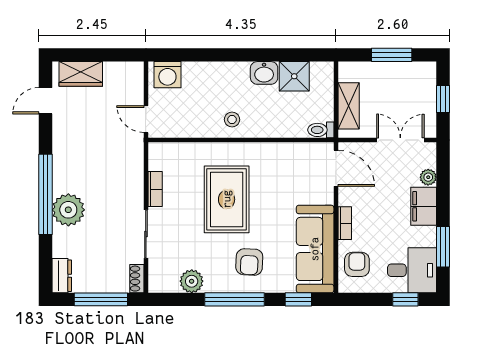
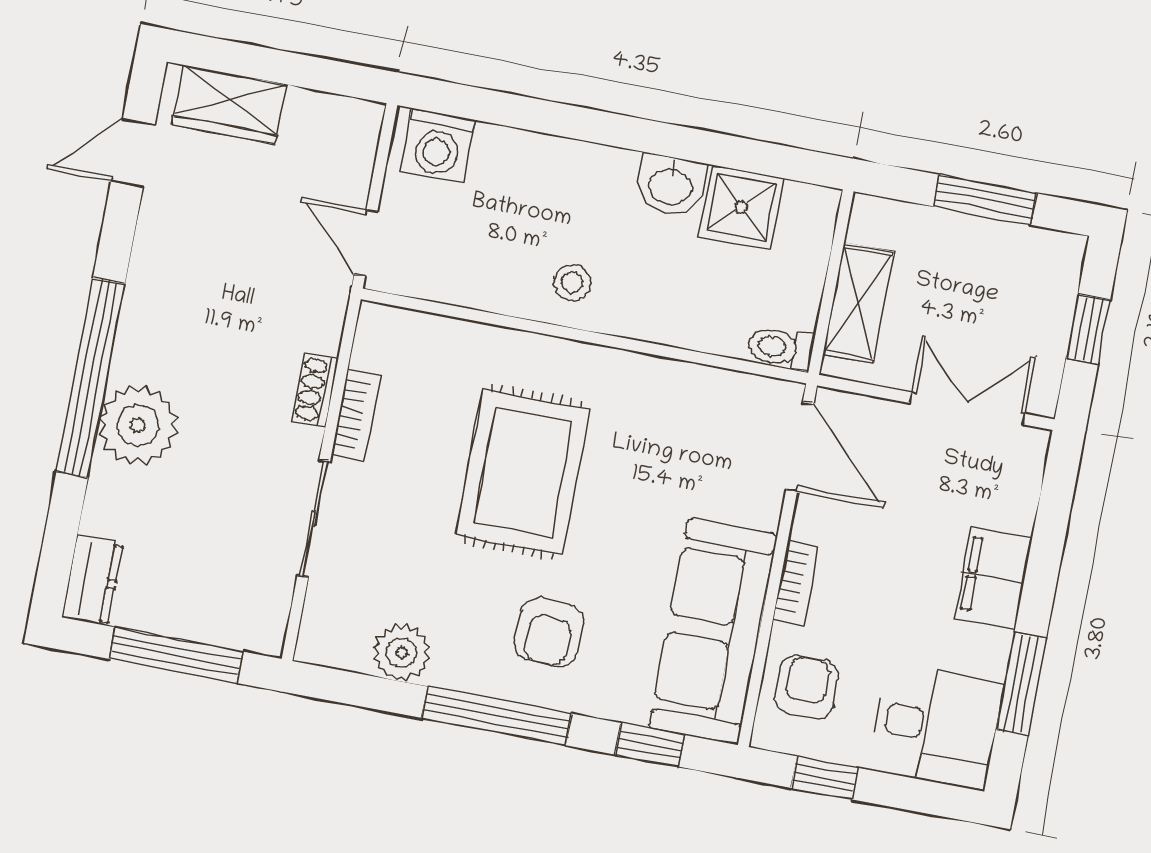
plant: (428, 177) -> (1017, 510), removed
shoe rack: (137, 279) -> (315, 390), moved
window: (405, 299) -> (824, 778), moved

